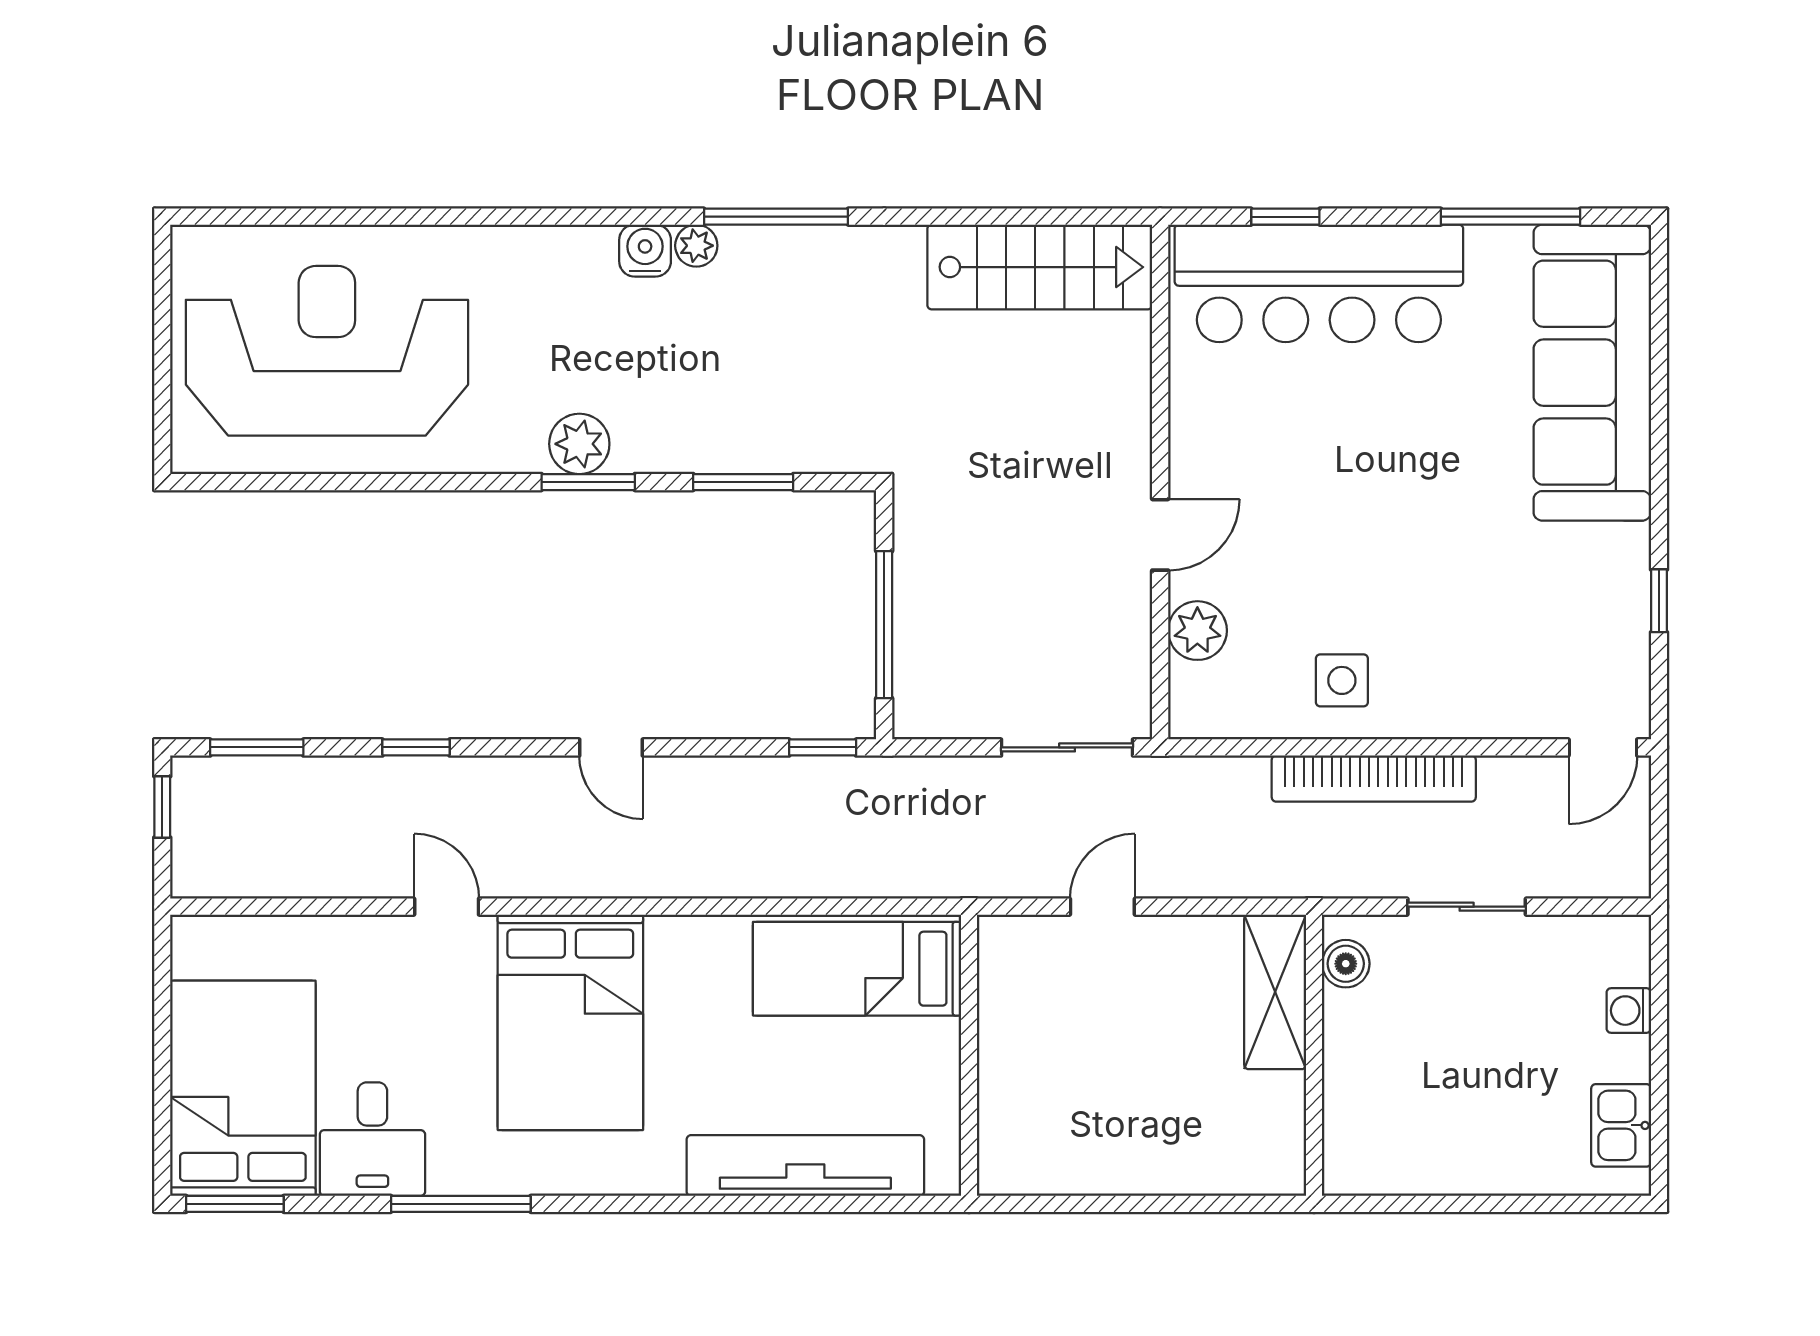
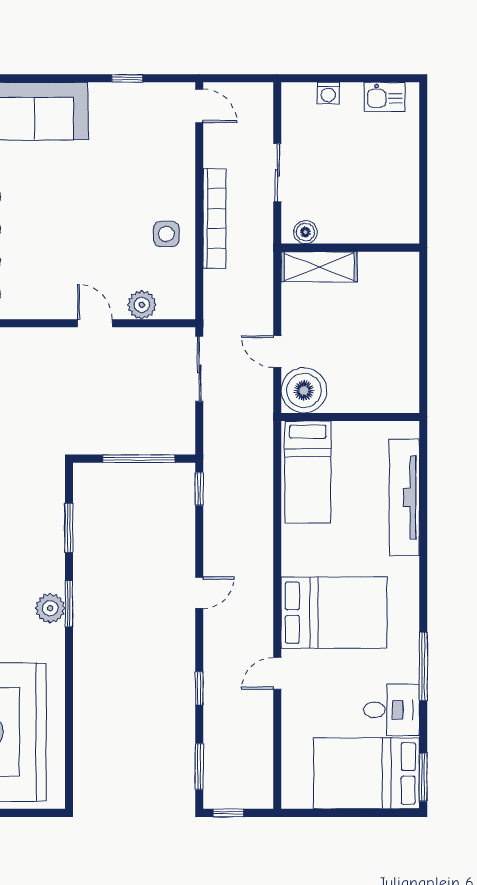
boiler: (1023, 961) -> (304, 390), added

